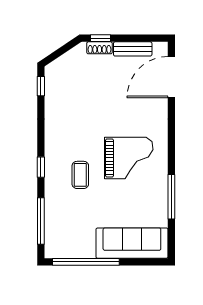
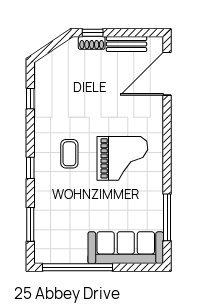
window: (41, 86) -> (30, 99), moved
coffee table: (80, 175) -> (69, 154), moved
window: (171, 197) -> (167, 217), moved
window: (41, 221) -> (30, 224), width x0.69

